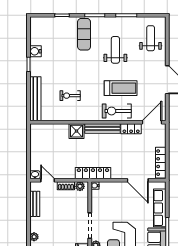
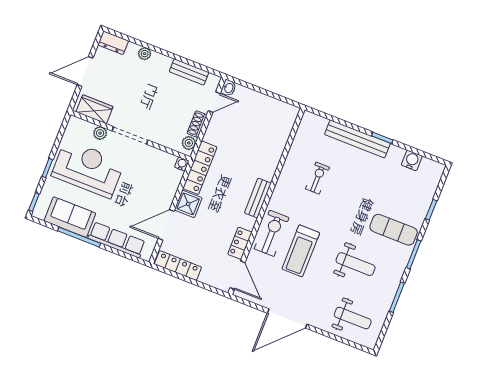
water cooler: (35, 51) -> (412, 160), moved
bench: (35, 99) -> (357, 139), moved
bench: (102, 129) -> (258, 198), width x0.73
shower: (76, 131) -> (188, 204), moved

